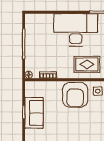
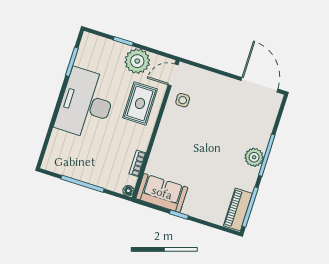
armchair: (75, 95) -> (178, 134), removed
sofa: (34, 113) -> (162, 193), moved

